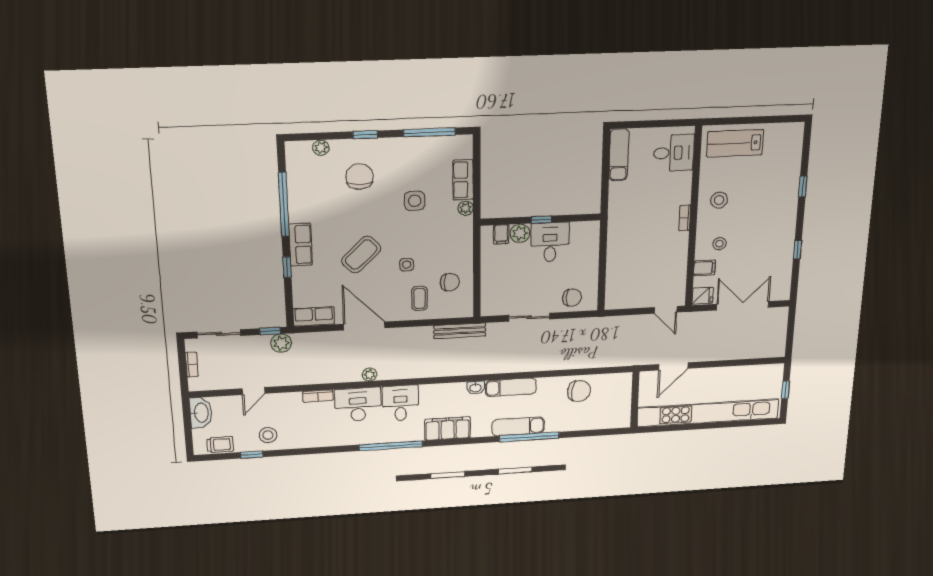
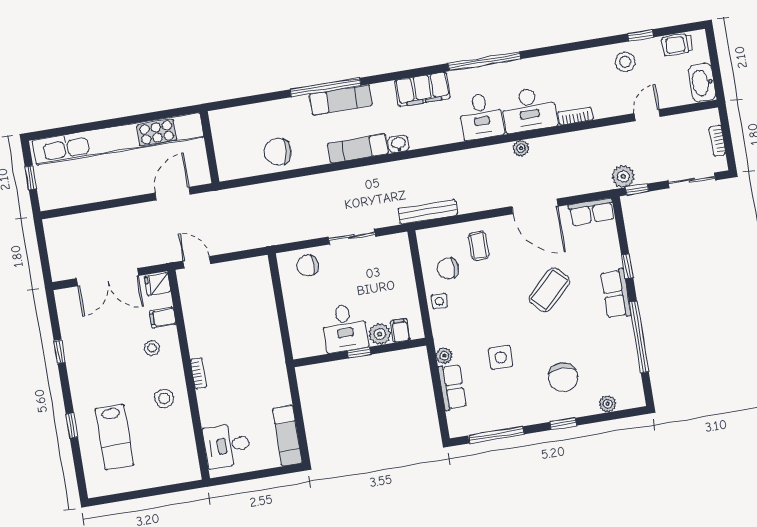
lab bench: (735, 143) -> (115, 437), moved, turned 90
side table: (407, 265) -> (439, 301), moved

